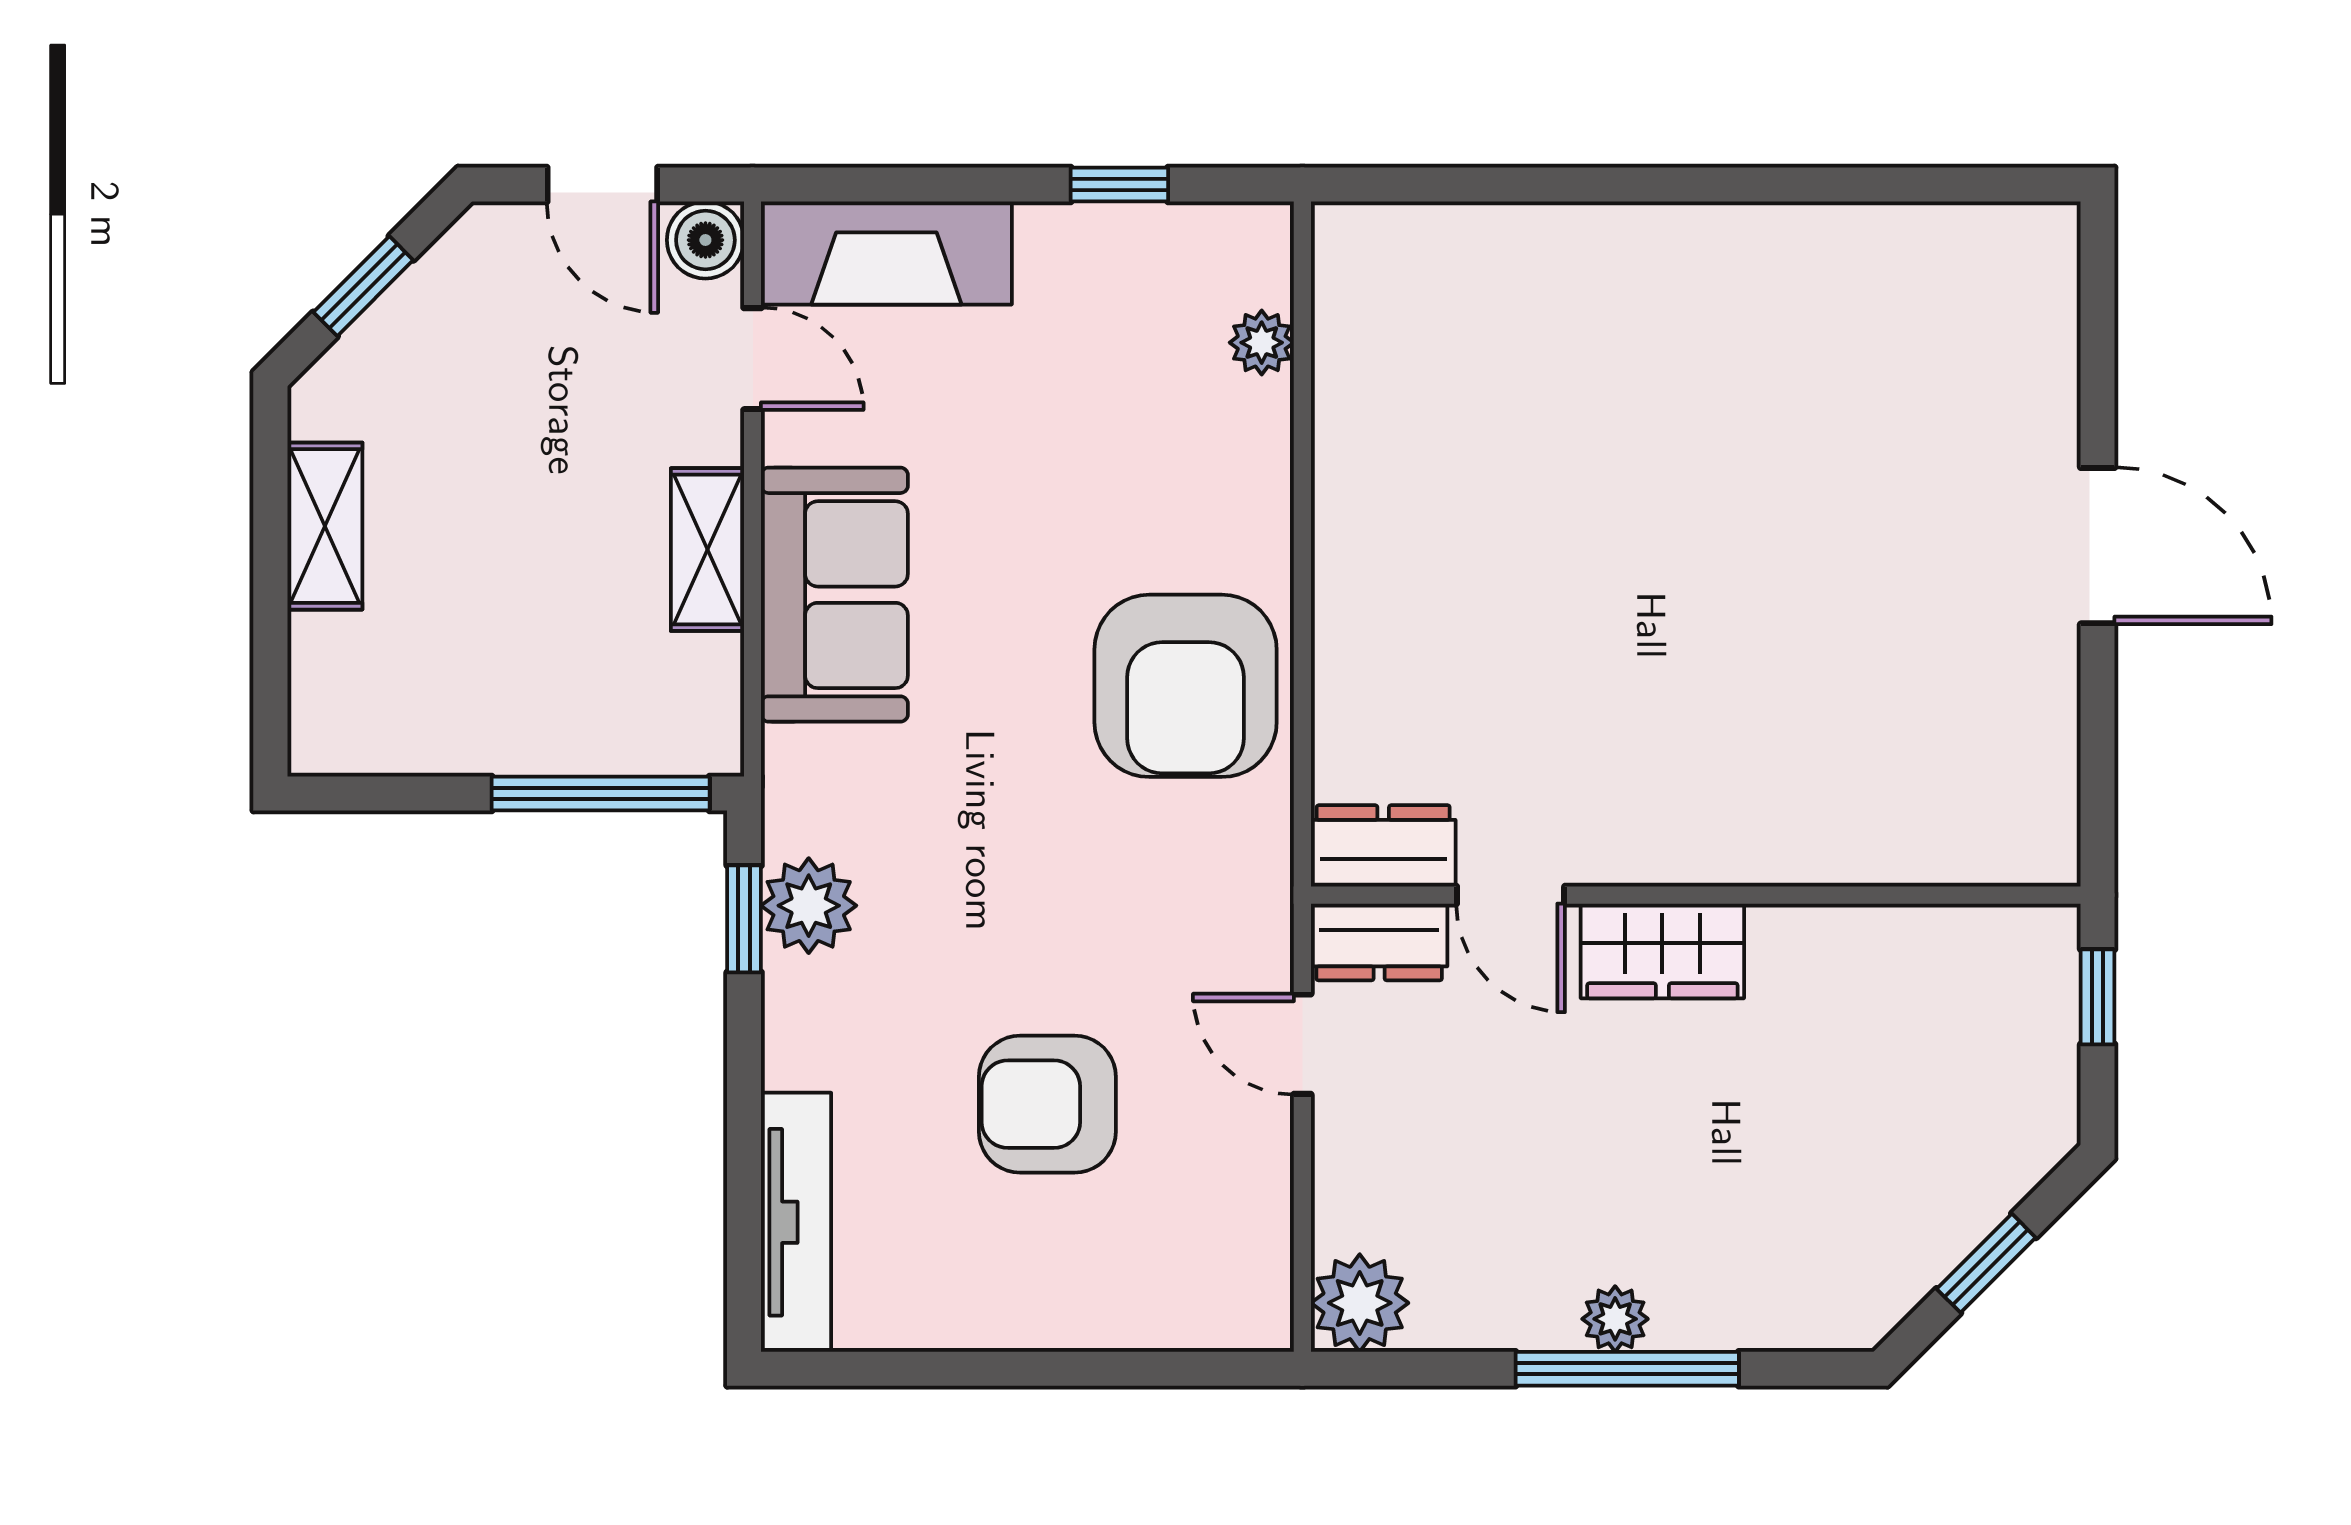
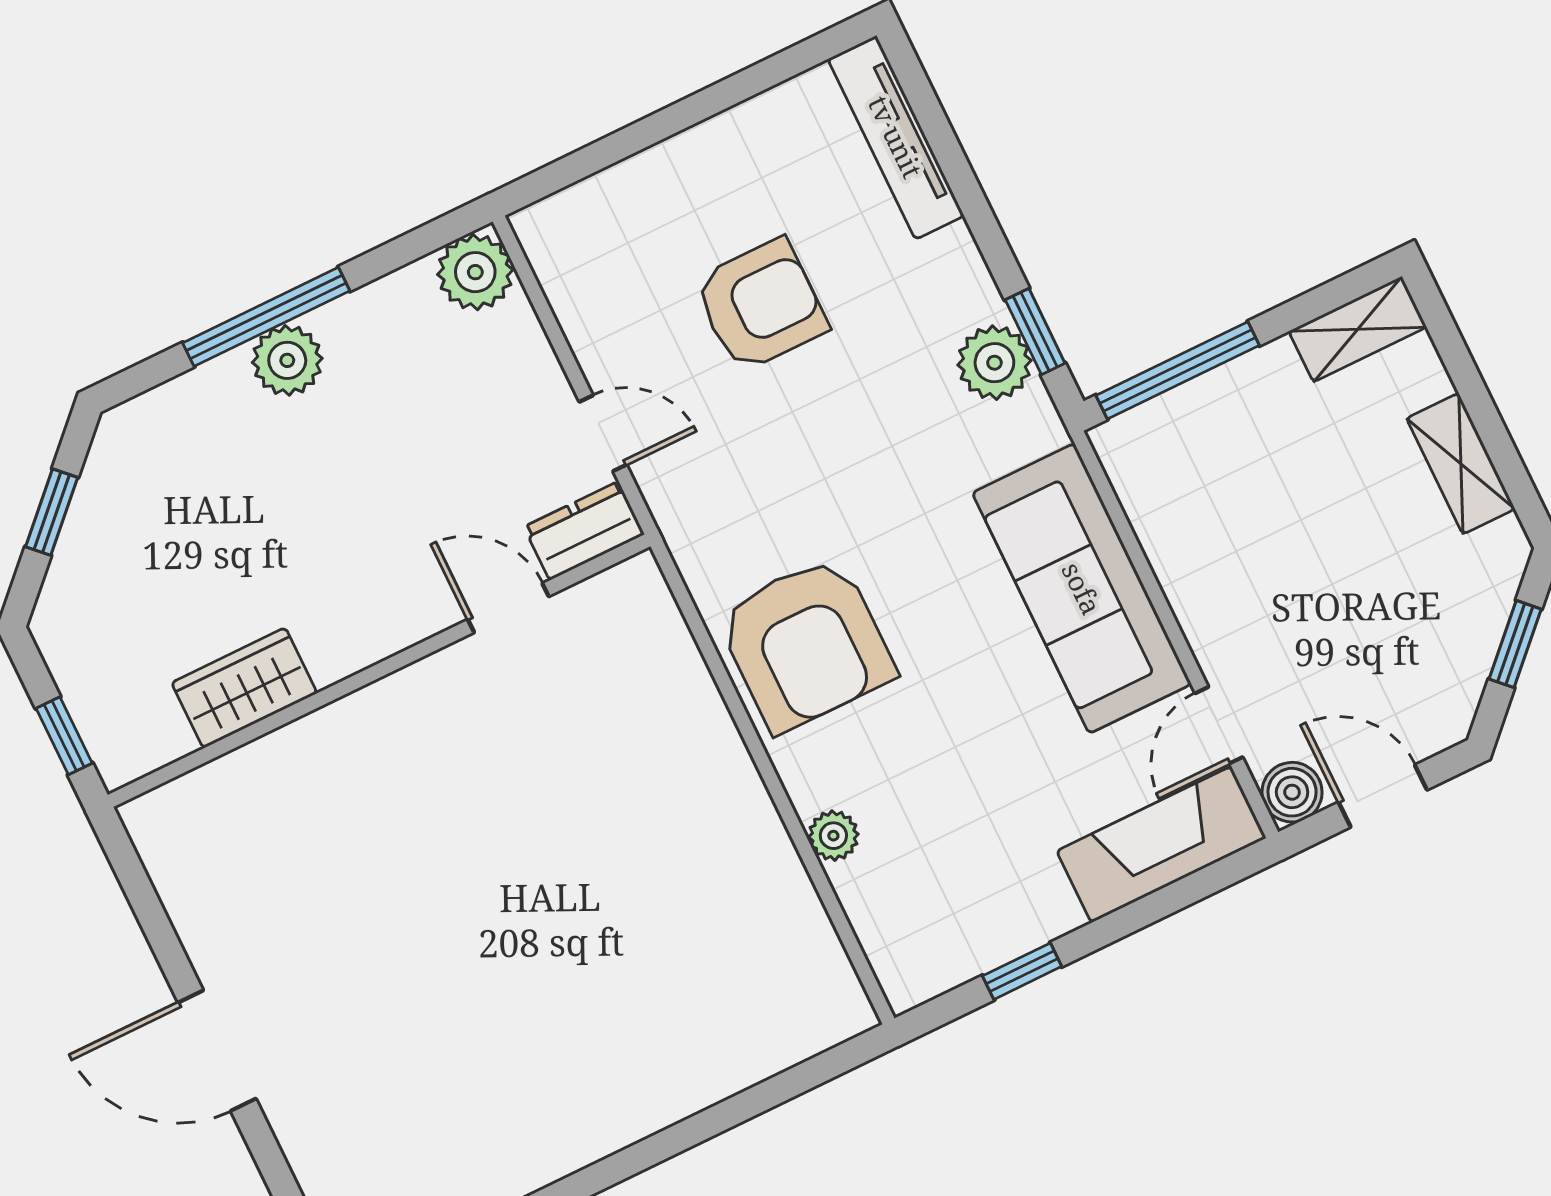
plant: (1262, 343) -> (833, 836), moved
door: (753, 359) -> (1219, 725), hinge flipped
shelving: (707, 550) -> (1358, 329), moved, turned 90
sofa: (834, 595) -> (1082, 588), width x1.36
armchair: (1186, 686) -> (806, 644), turned 180
dresser: (1383, 846) -> (614, 599), removed
wardrobe: (1662, 951) -> (244, 688), moved
plant: (1615, 1319) -> (287, 360), width x1.38, depth x1.38

